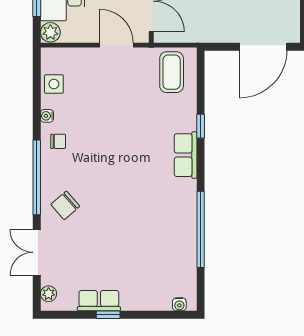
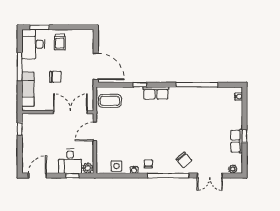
door: (263, 47) -> (96, 66), moved

